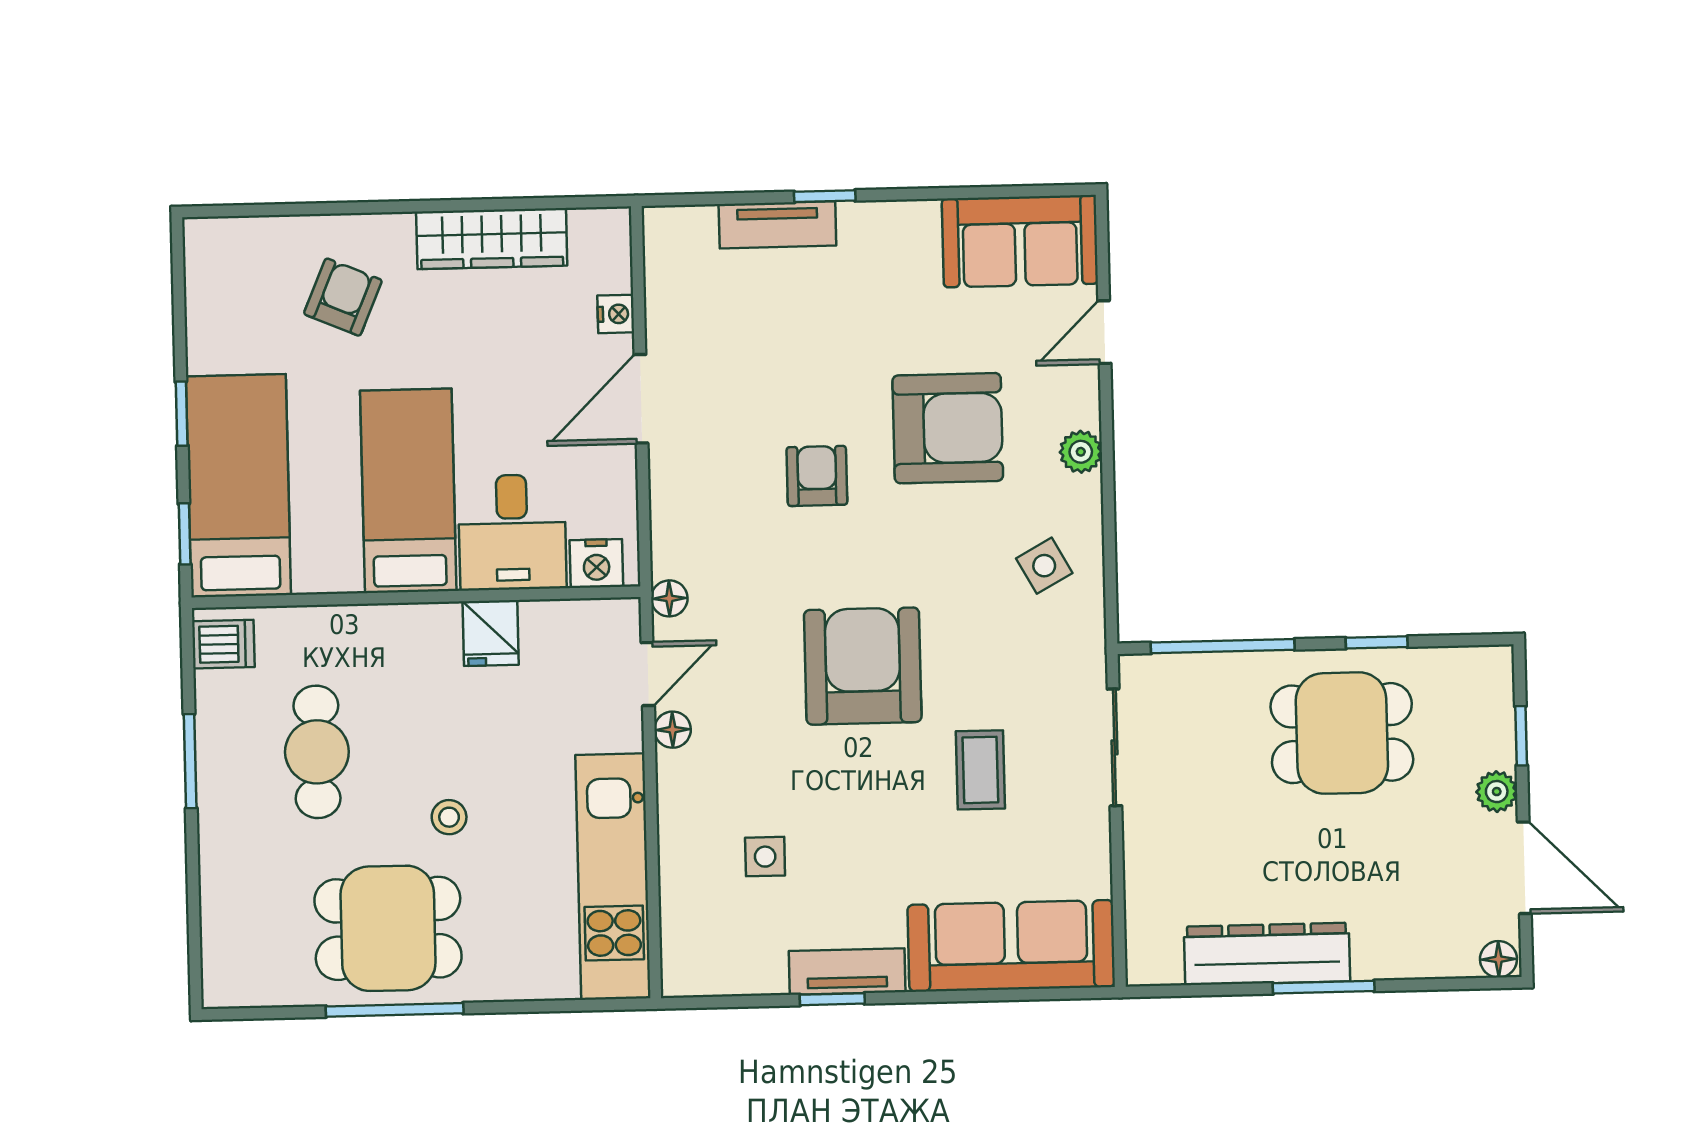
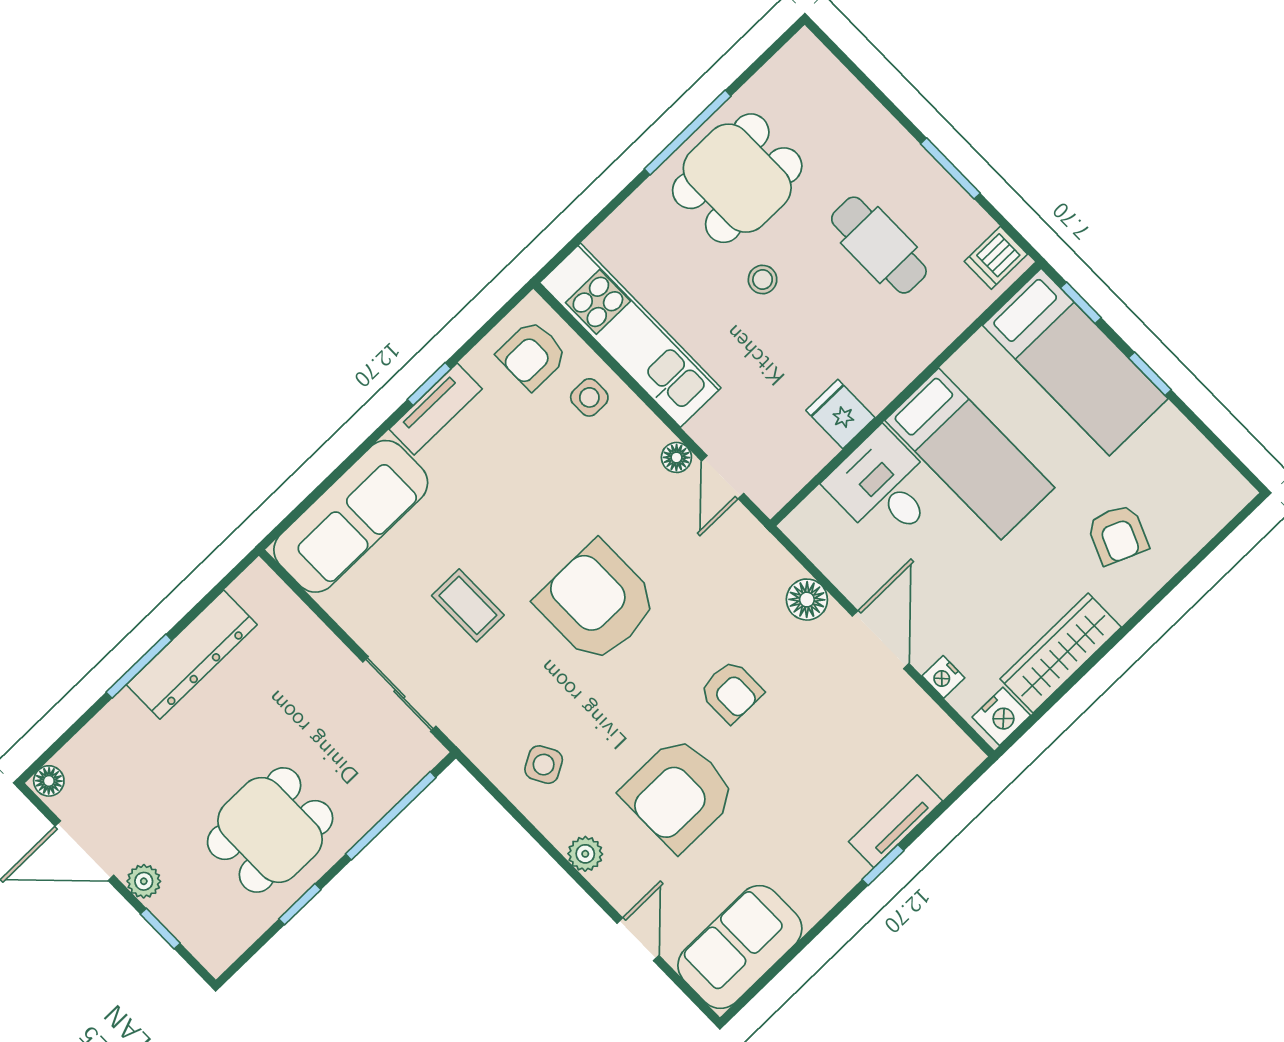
nightstand: (596, 563) -> (1001, 716), moved, turned 180
floor lamp: (669, 598) -> (807, 600), moved, width x1.37, depth x1.37
armchair: (863, 666) -> (597, 602), turned 180
side table: (765, 857) -> (589, 397), moved
armchair: (717, 940) -> (532, 355), added

